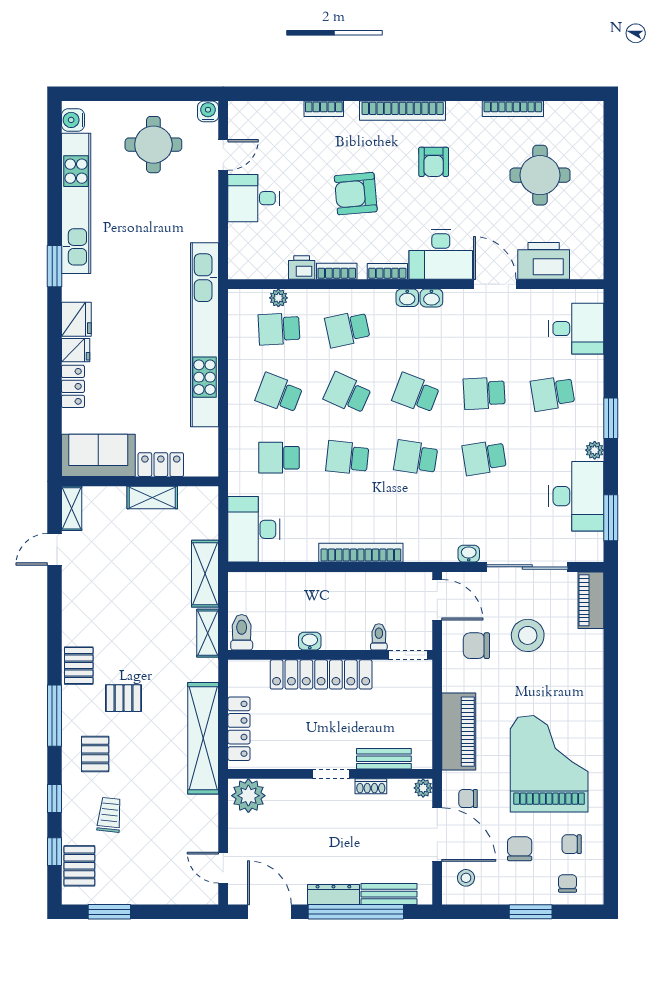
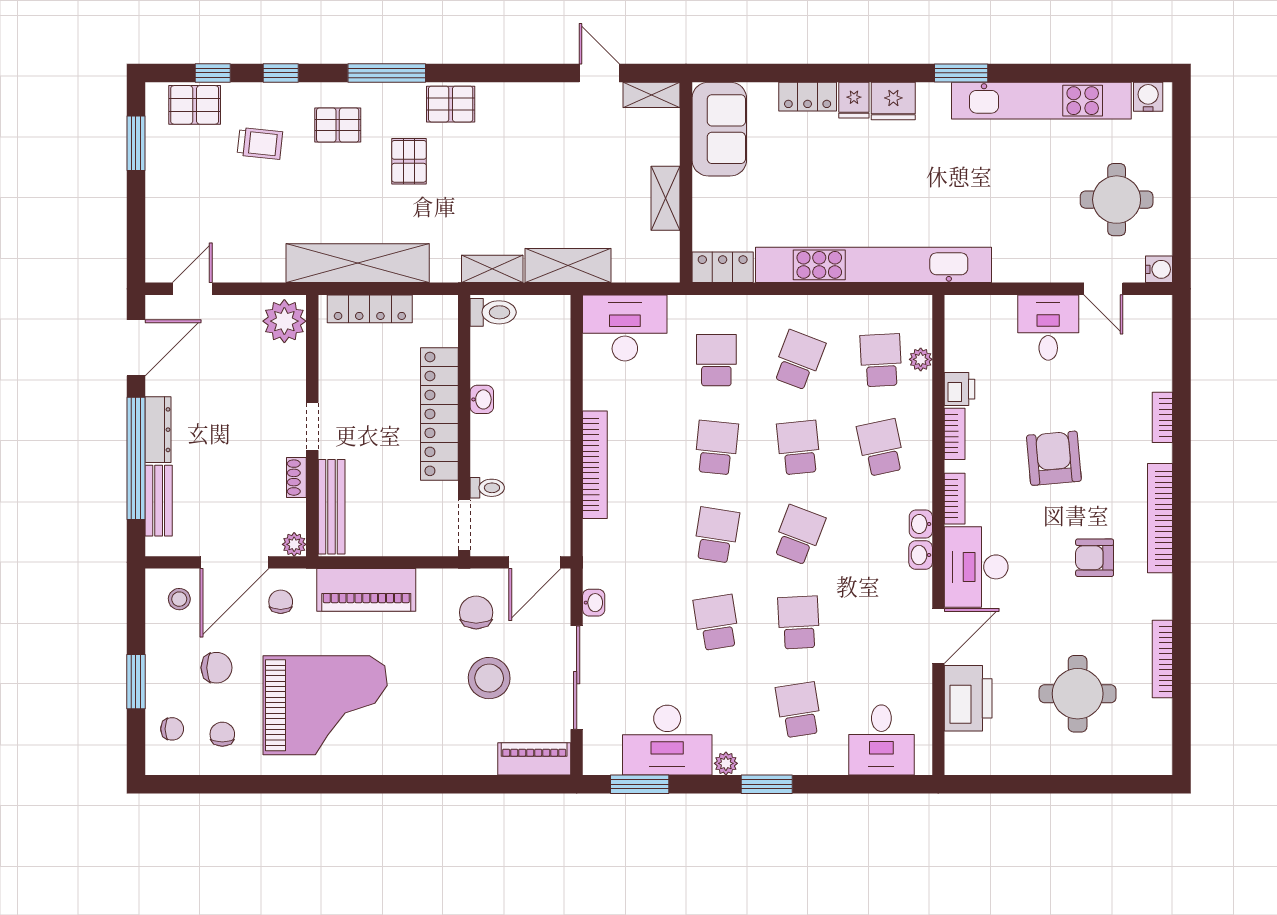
school desk: (347, 393) -> (799, 448), turned -30
locker: (161, 465) -> (723, 267), moved, turned -90
bench: (384, 759) -> (332, 507), width x1.36

